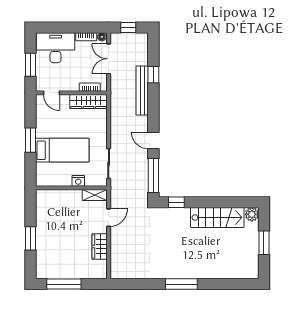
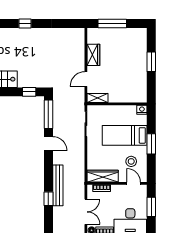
stool: (54, 119) -> (131, 161), added
nightstand: (78, 181) -> (142, 110), moved
window: (64, 284) -> (112, 23), moved
window: (181, 284) -> (25, 23), width x0.46

